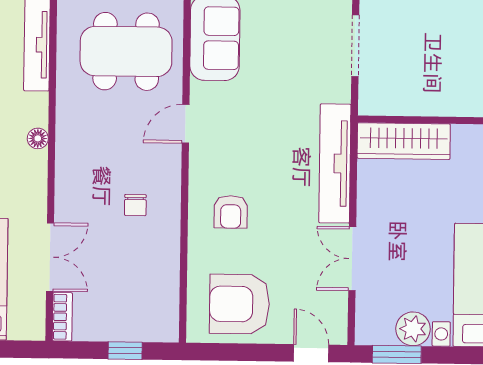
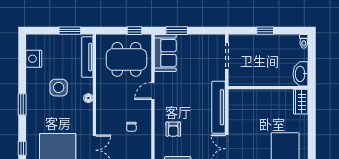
wardrobe: (404, 141) -> (249, 97), removed

